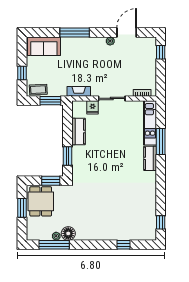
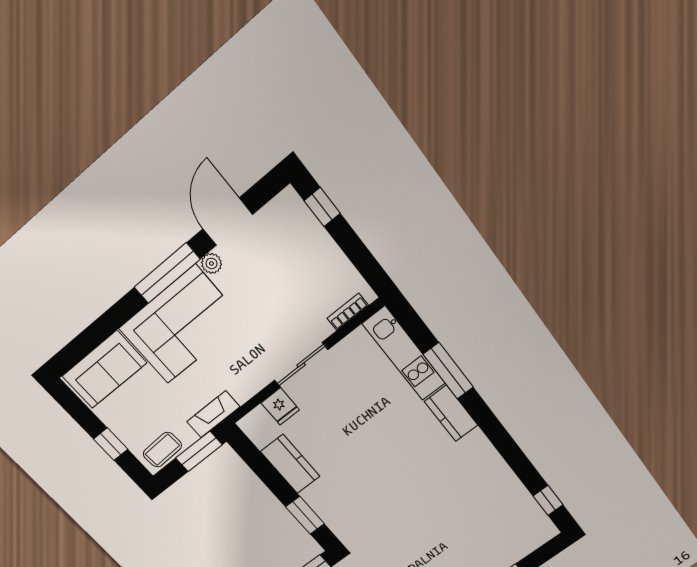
window: (75, 32) -> (167, 273), moved
corner sofa: (83, 52) -> (181, 325), added
fireplace: (79, 91) -> (213, 414), moved

